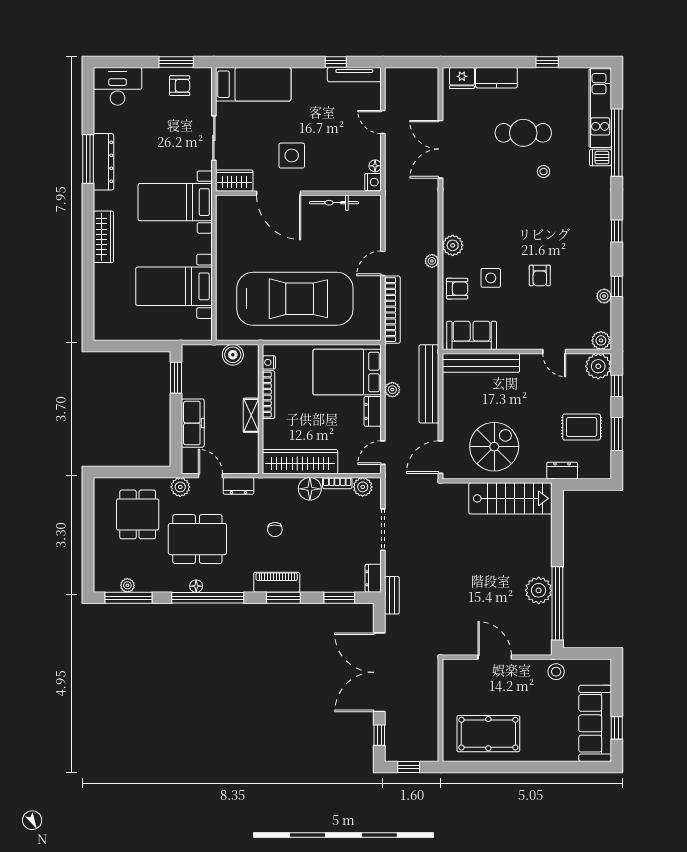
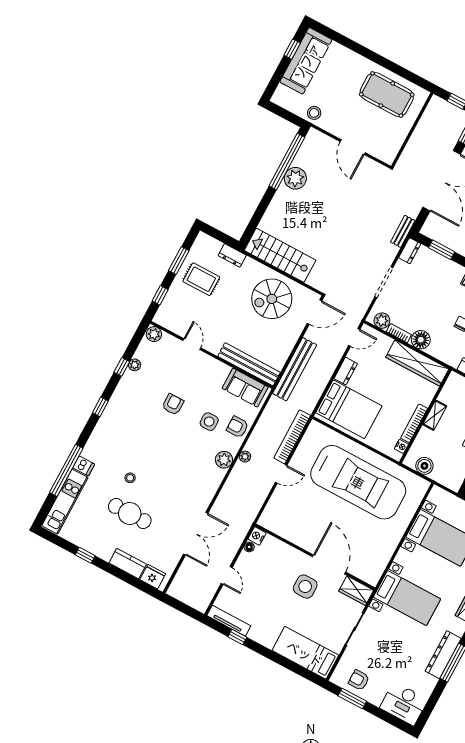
bicycle: (334, 203) -> (293, 536), removed
car: (295, 299) -> (358, 482), turned 180
plant: (598, 366) -> (166, 317), removed
plant: (392, 390) -> (323, 379), removed

